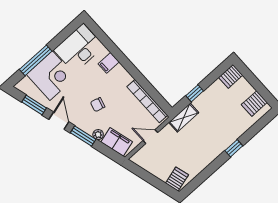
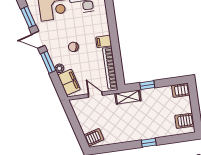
filing cabinet: (109, 63) -> (104, 41), moved
door: (59, 121) -> (38, 40), swing flipped

